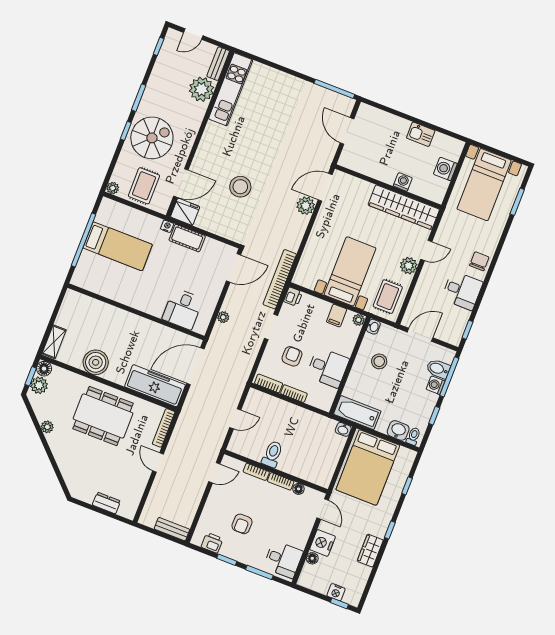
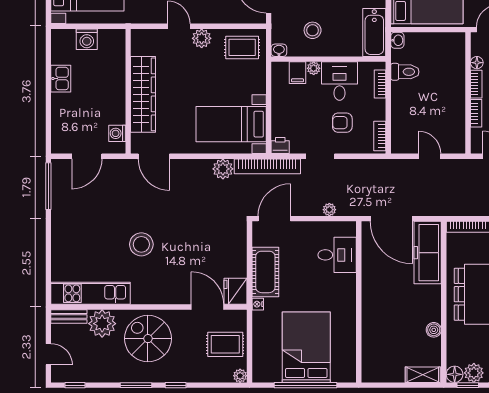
spiral stairs: (152, 138) -> (148, 339), moved
washing machine: (403, 182) -> (117, 133), moved
stool: (240, 187) -> (141, 244), moved
plant: (306, 206) -> (223, 169), moved
wardrobe: (404, 207) -> (143, 94), moved
cot: (187, 238) -> (265, 272), width x1.37, depth x1.34
bed: (118, 246) -> (306, 347), width x1.50
door: (233, 268) -> (274, 219), hinge flipped
bed with nightstands: (350, 271) -> (231, 124), moved
filing cabinet: (337, 316) -> (297, 73), moved, turned 90
plant: (359, 320) -> (314, 68), moved
boiler: (96, 362) -> (434, 330), width x0.54, depth x0.54
bookcase: (294, 394) -> (380, 84), moved
toilet: (272, 454) -> (405, 72), moved, turned 180

